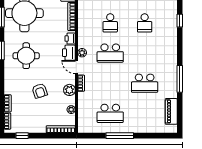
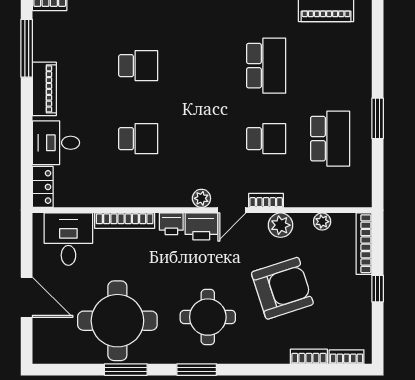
school desk: (110, 53) -> (266, 139), moved, width x0.54
armchair: (40, 91) -> (282, 288), width x1.88, depth x1.88
window: (22, 136) -> (378, 289), moved
window: (120, 136) -> (378, 118), width x0.69

